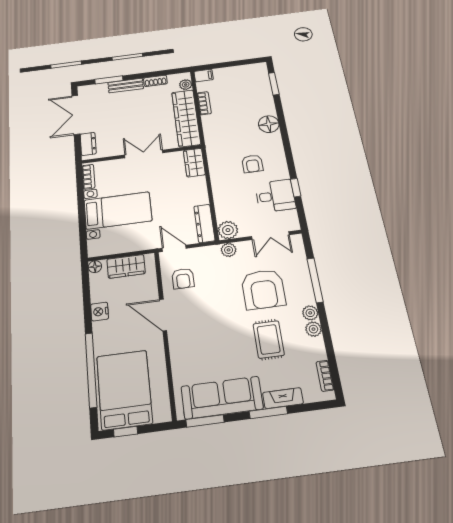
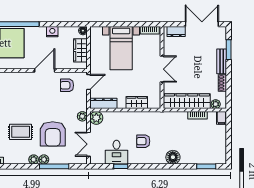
wardrobe: (194, 163) -> (137, 102), moved
armchair: (263, 289) -> (53, 134), turned -90
plant: (313, 329) -> (44, 159), moved

